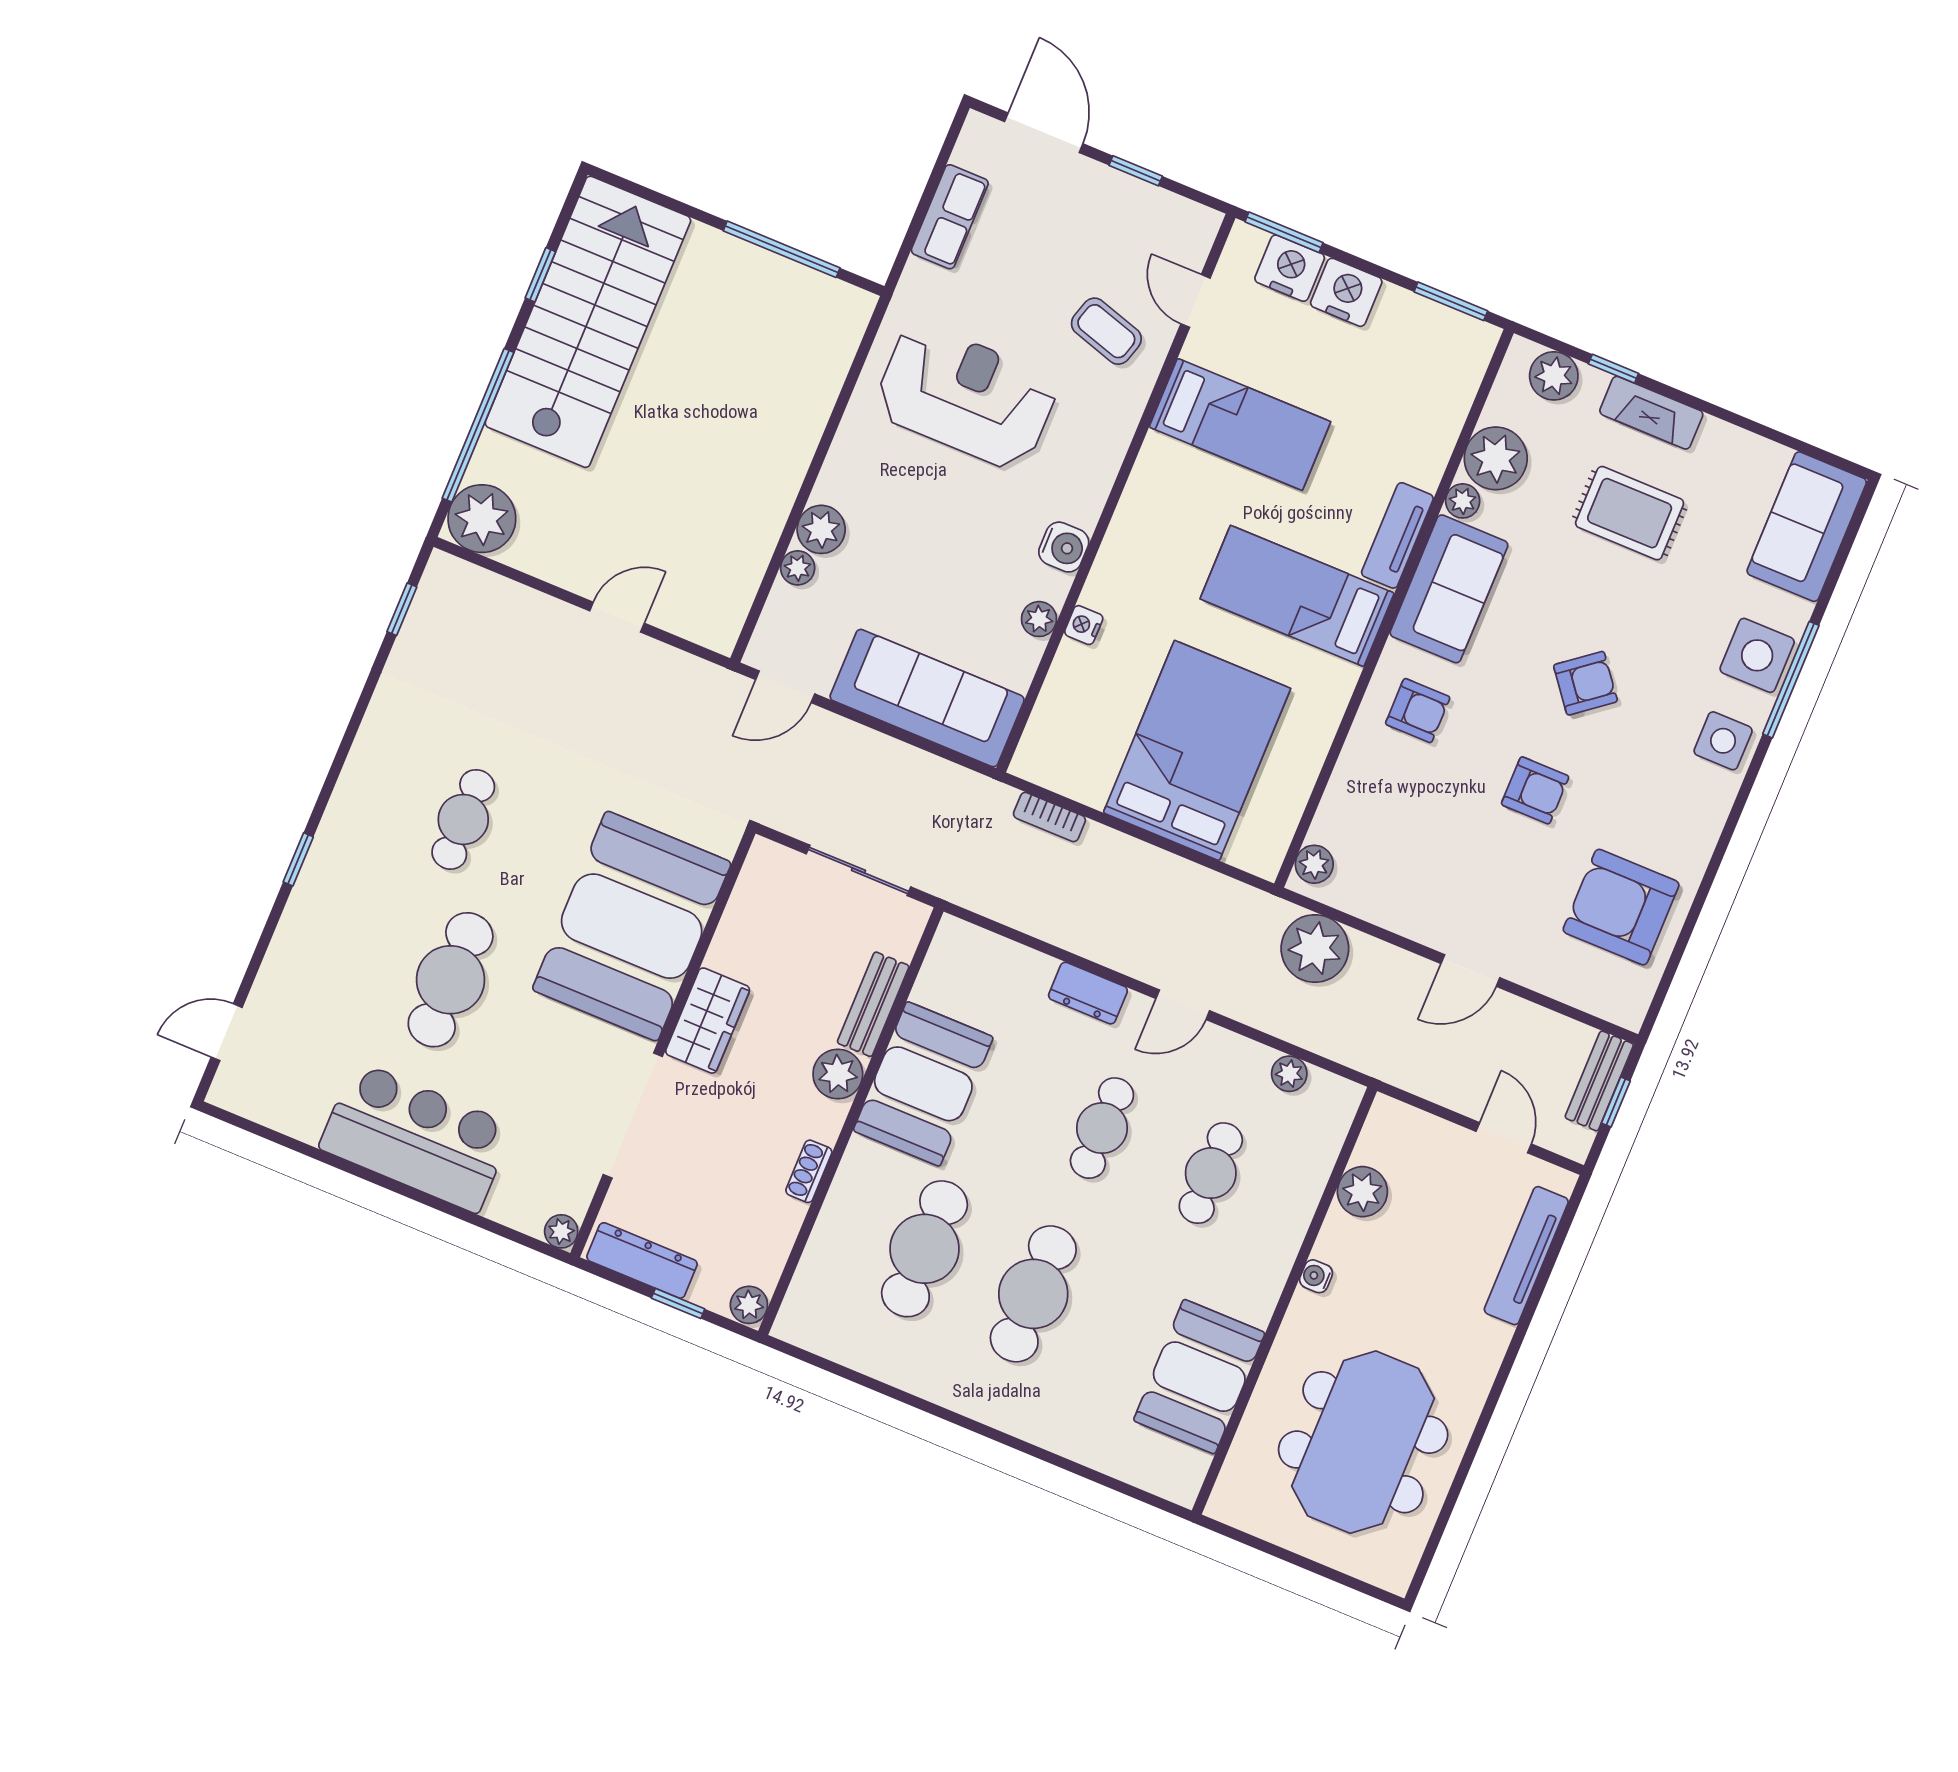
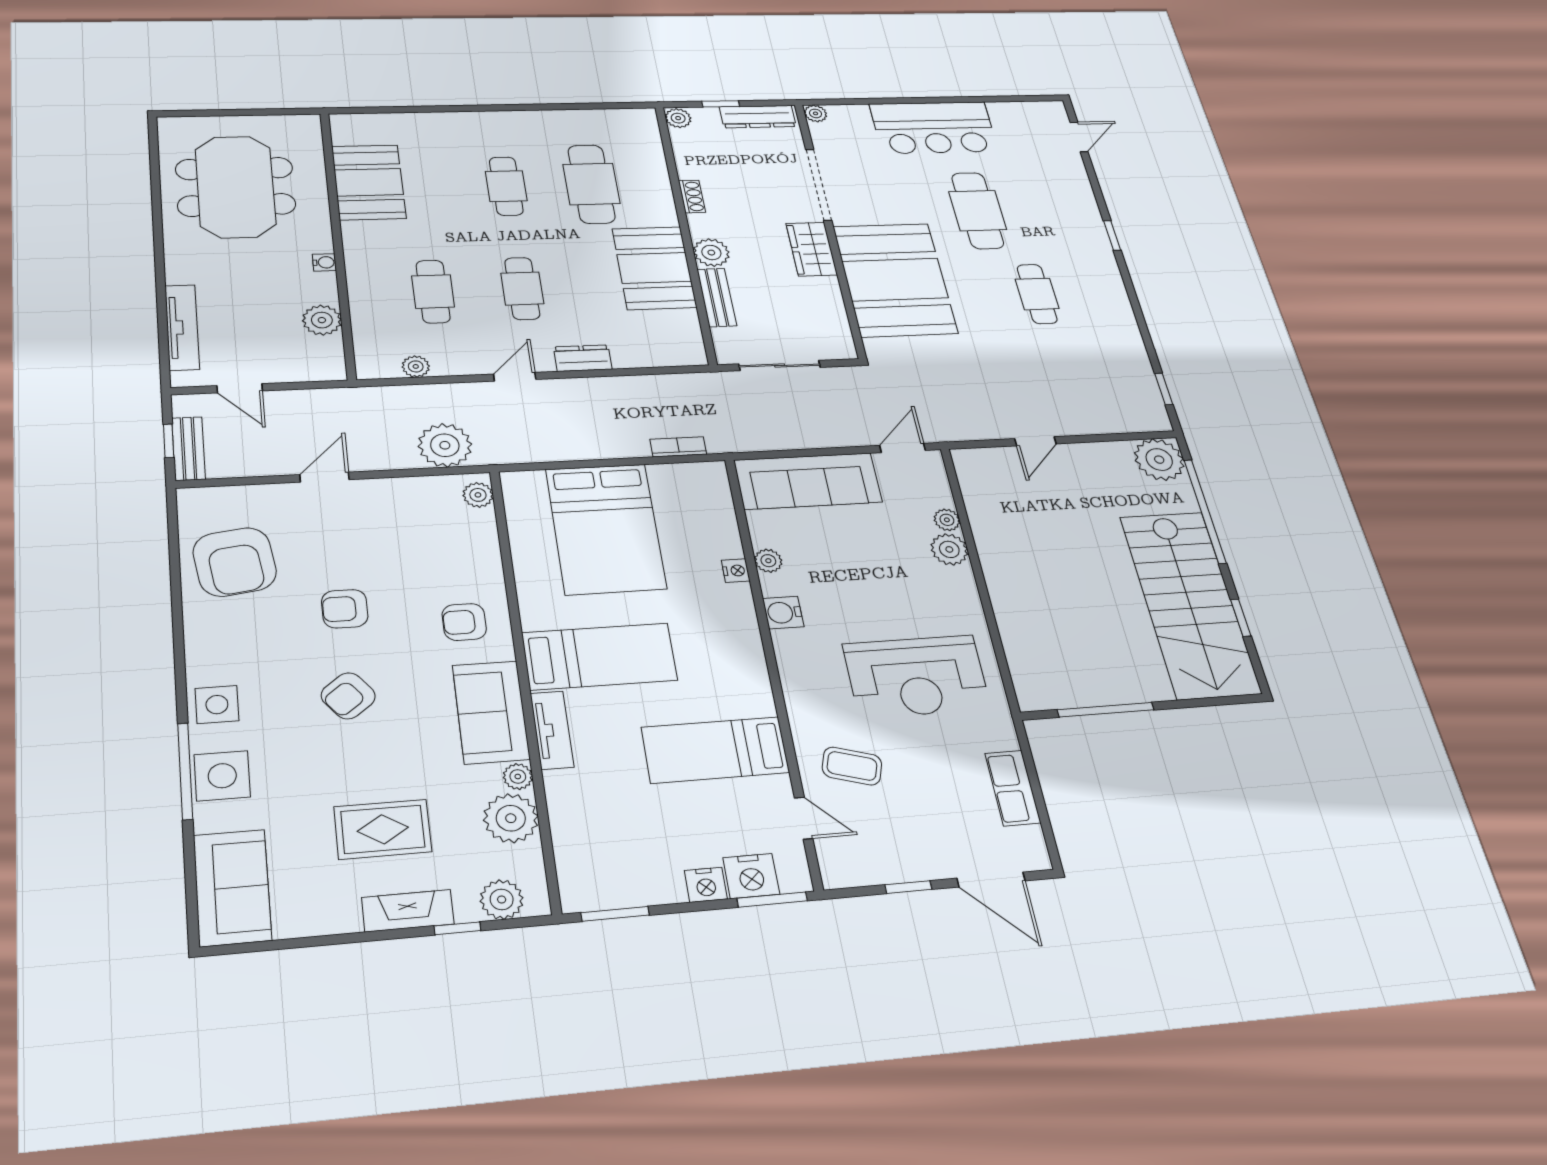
nightstand: (1346, 292) -> (706, 885), width x0.74, depth x0.75
armchair: (1621, 907) -> (235, 562), turned 82
cafe table: (1033, 1294) -> (506, 186), width x0.73, depth x0.74

